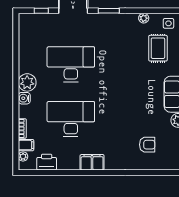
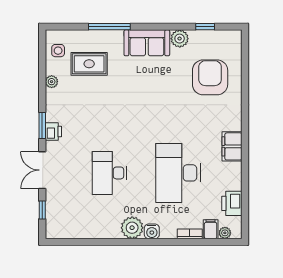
printer: (104, 20) -> (53, 132), added
desk: (71, 64) -> (109, 173), width x0.73, depth x0.77
armchair: (147, 145) -> (210, 77), width x1.88, depth x1.88

